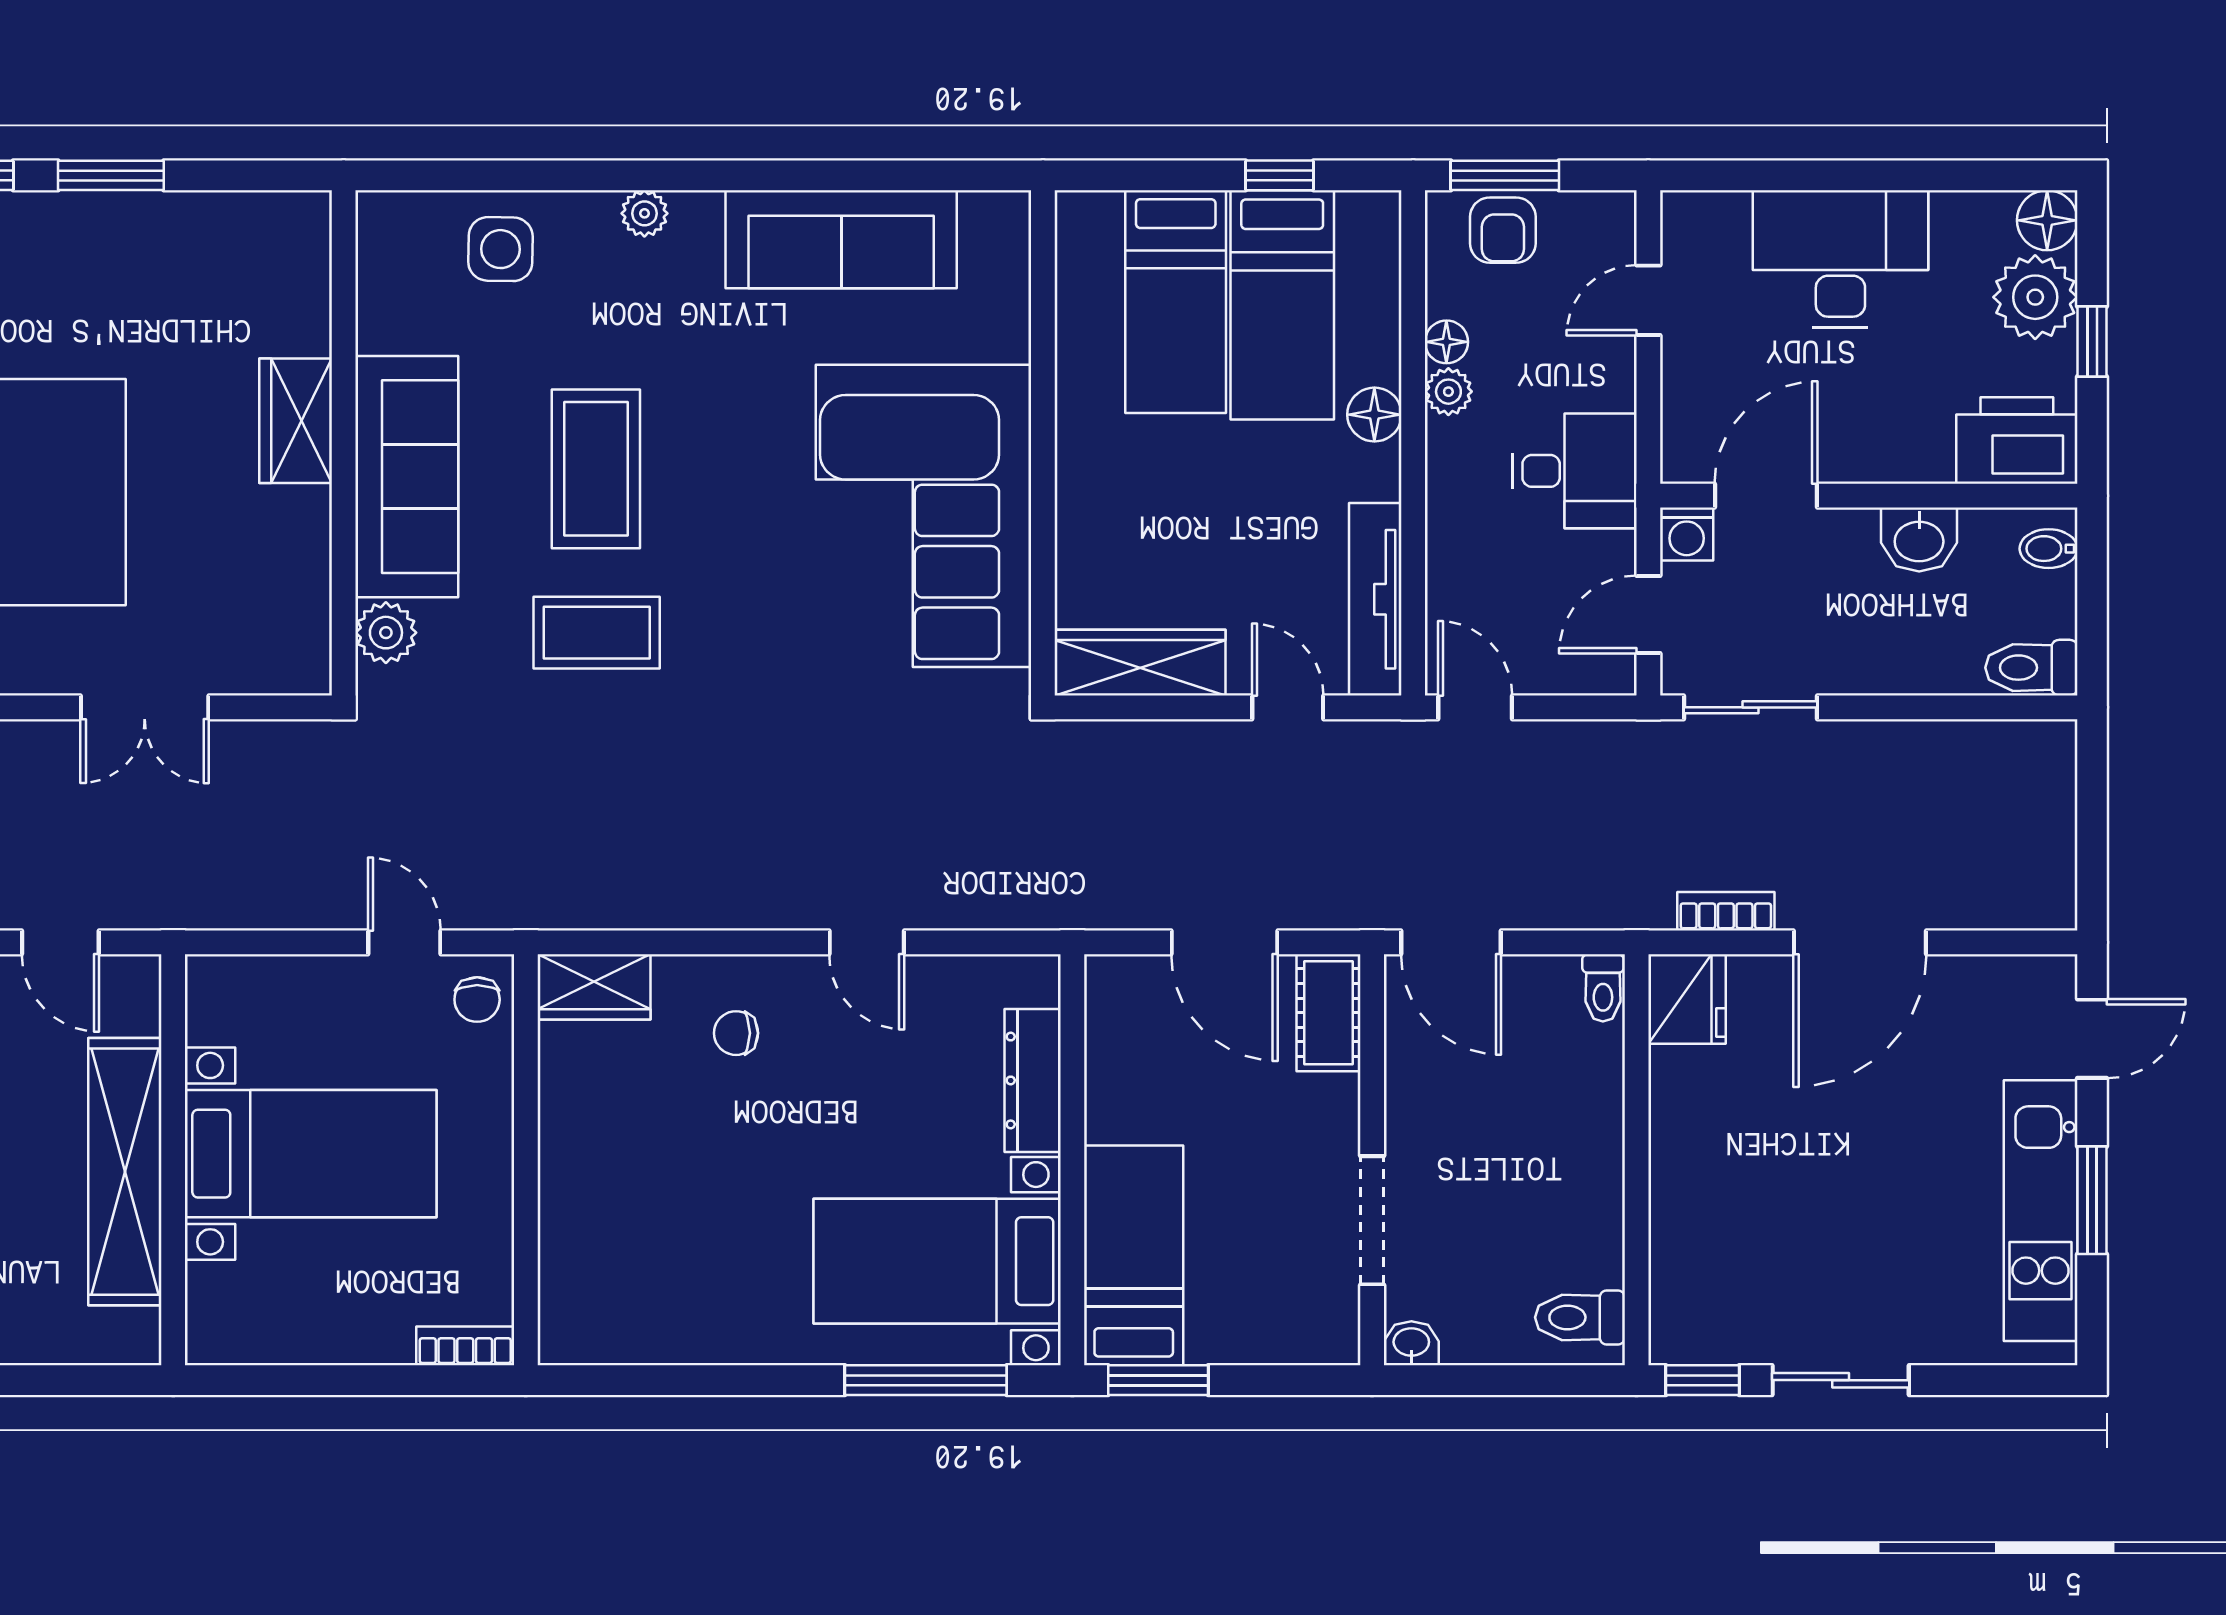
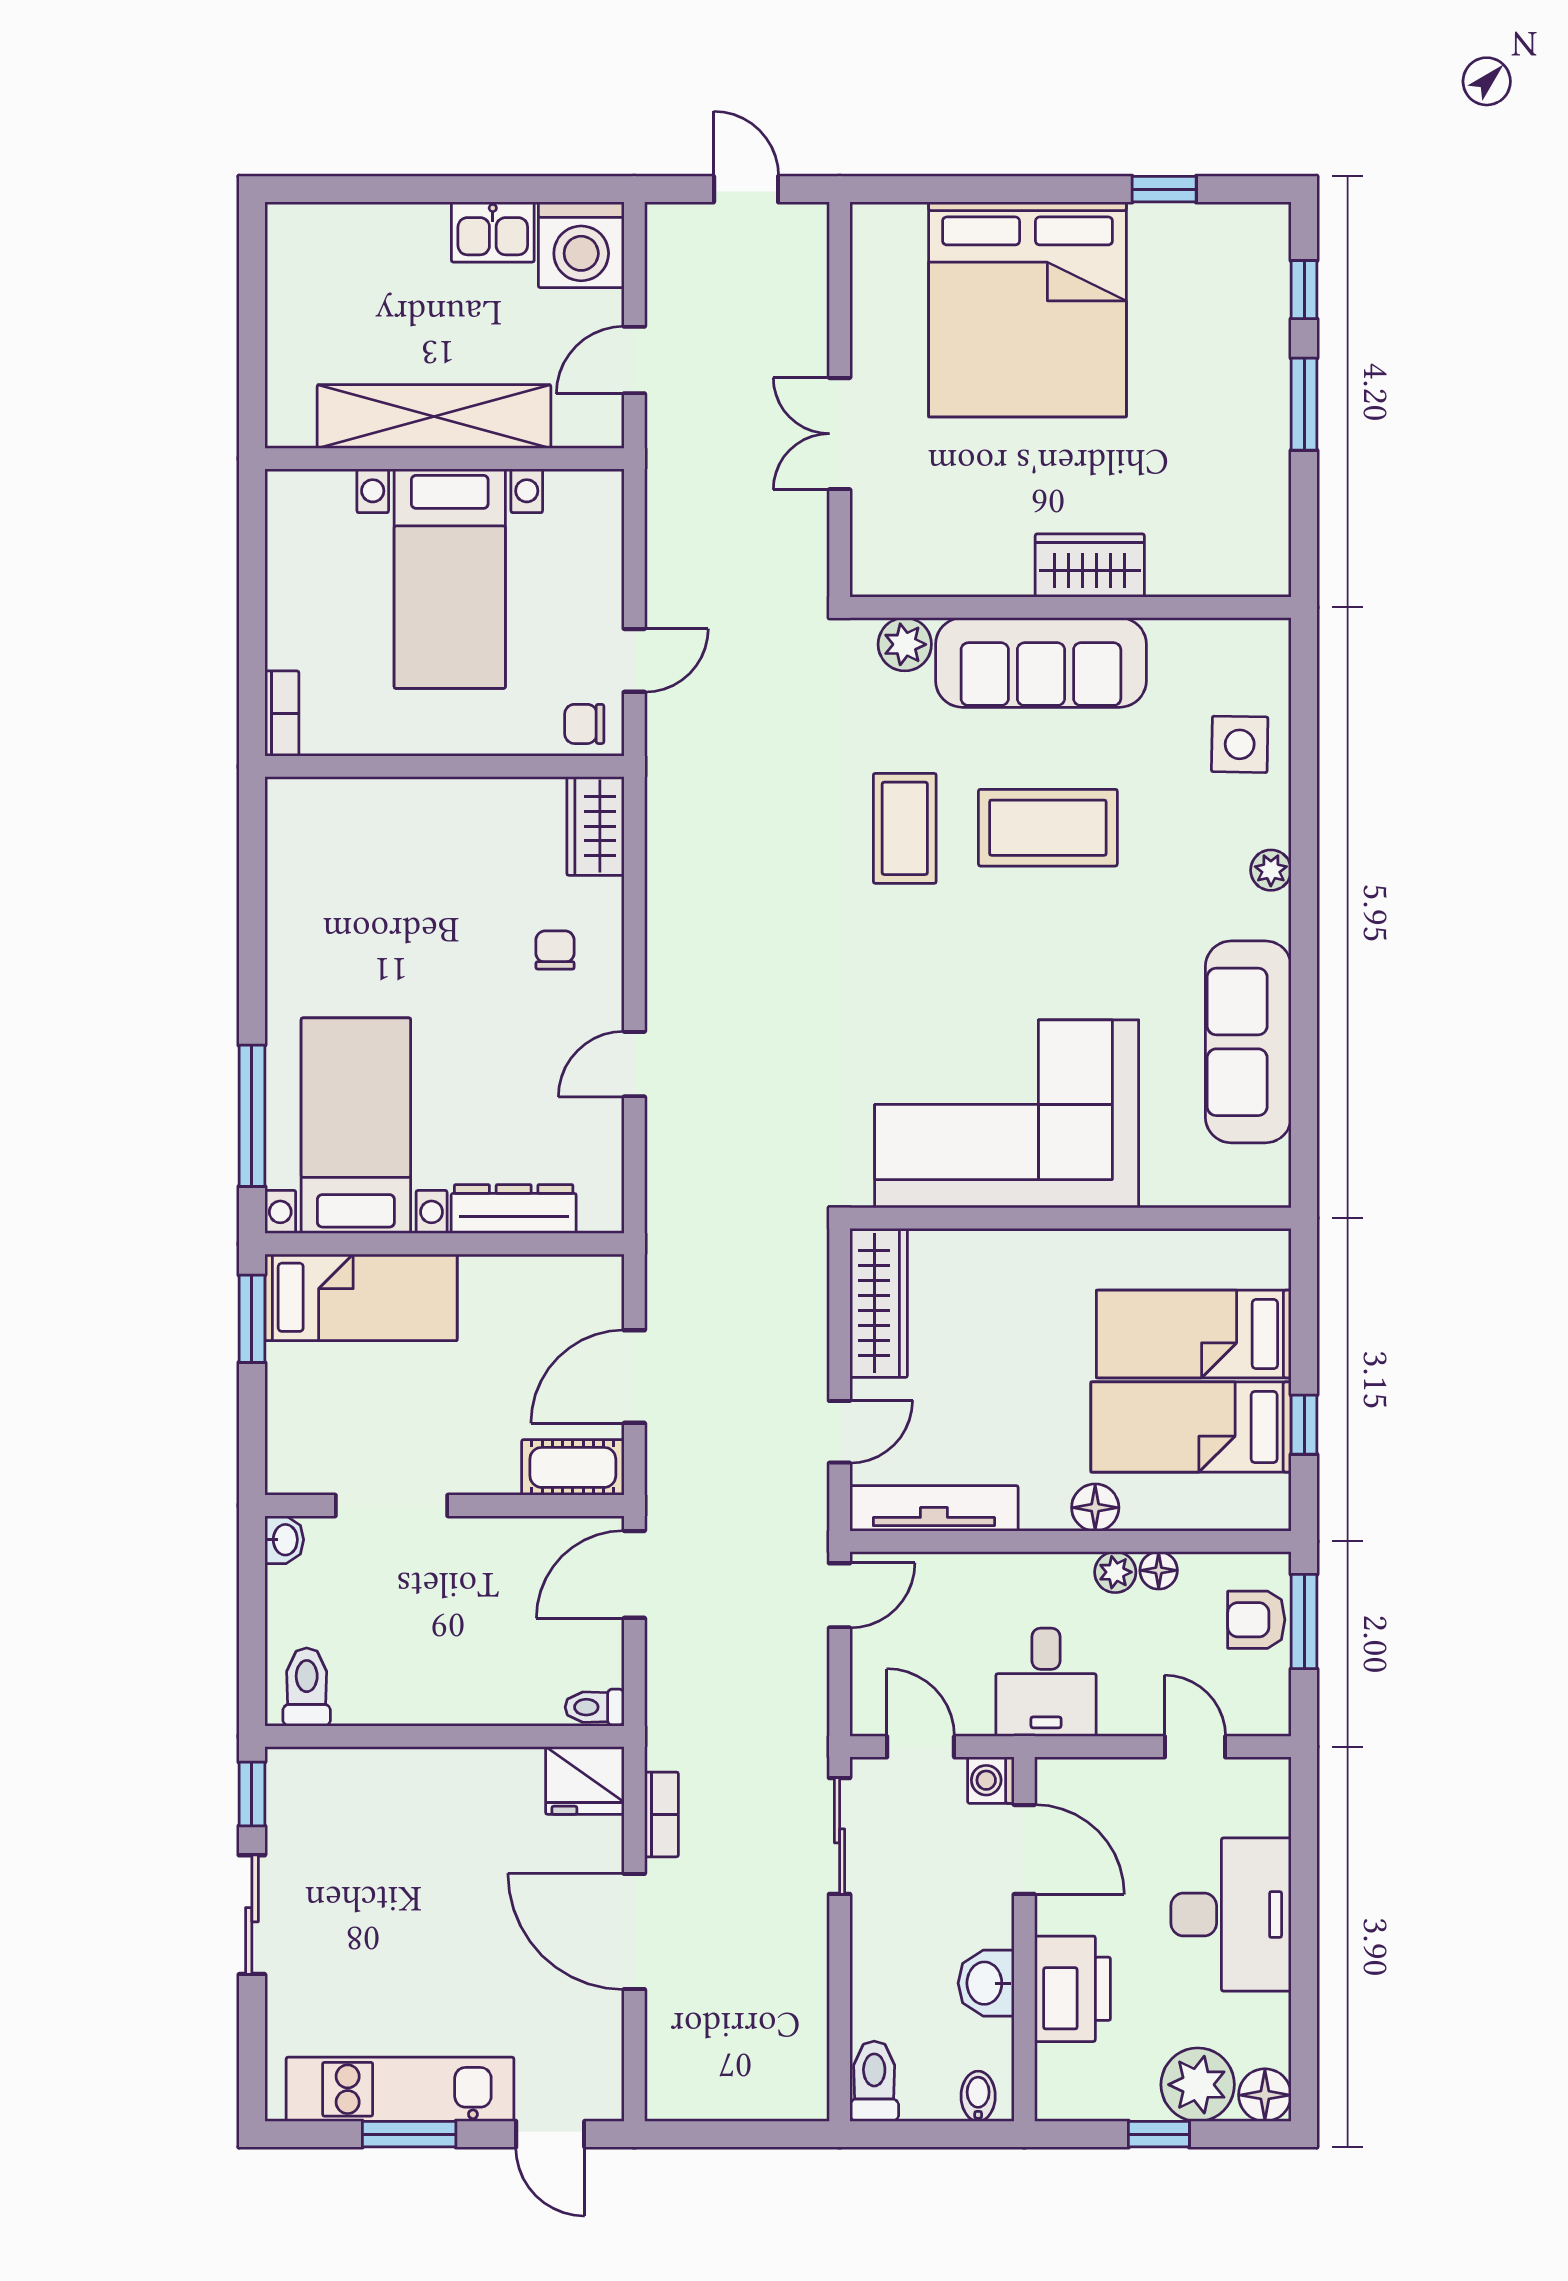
printer: (2017, 441) -> (1072, 1989), moved

